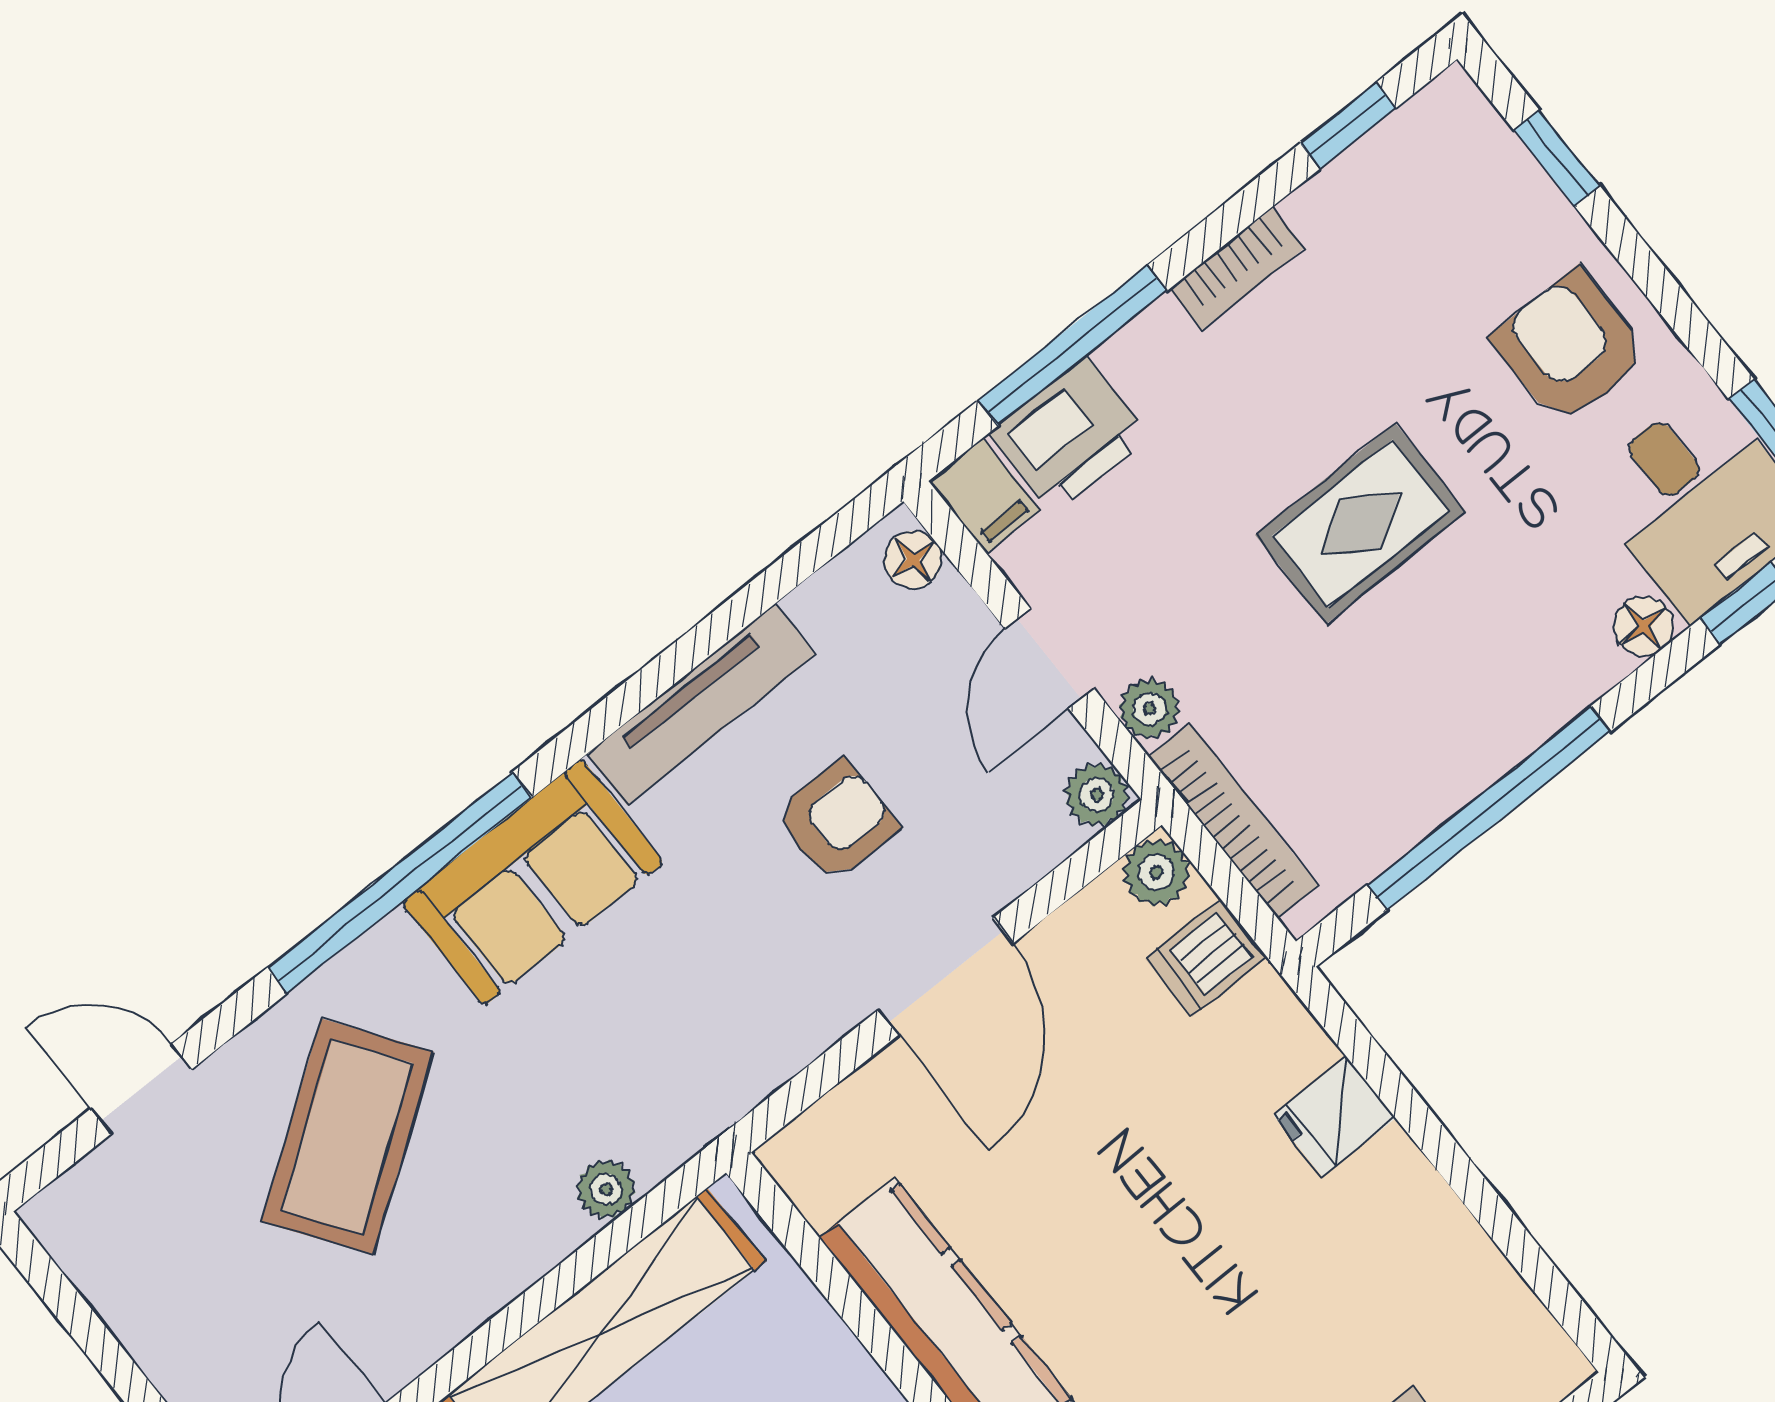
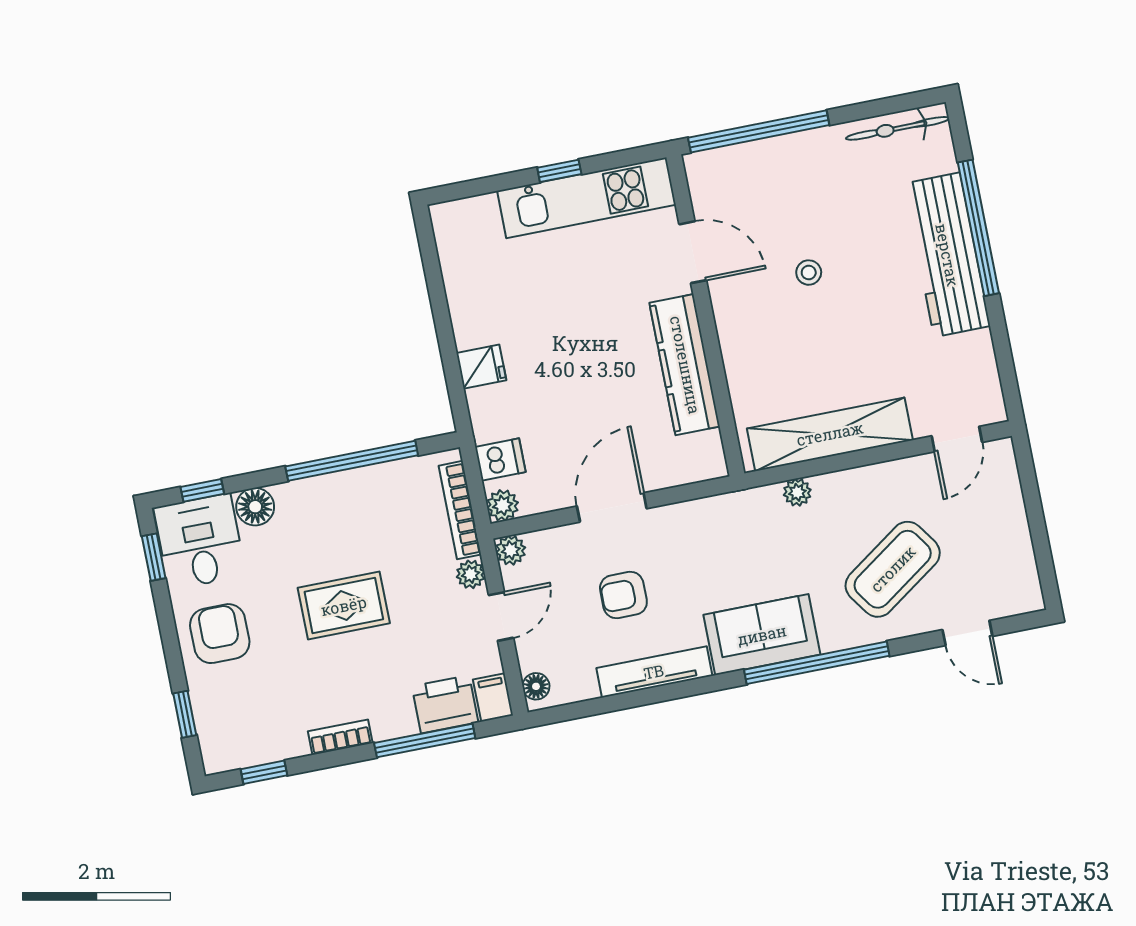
armchair: (1570, 347) -> (220, 634), turned 180
floor lamp: (1643, 626) -> (255, 507), width x1.37, depth x1.37

